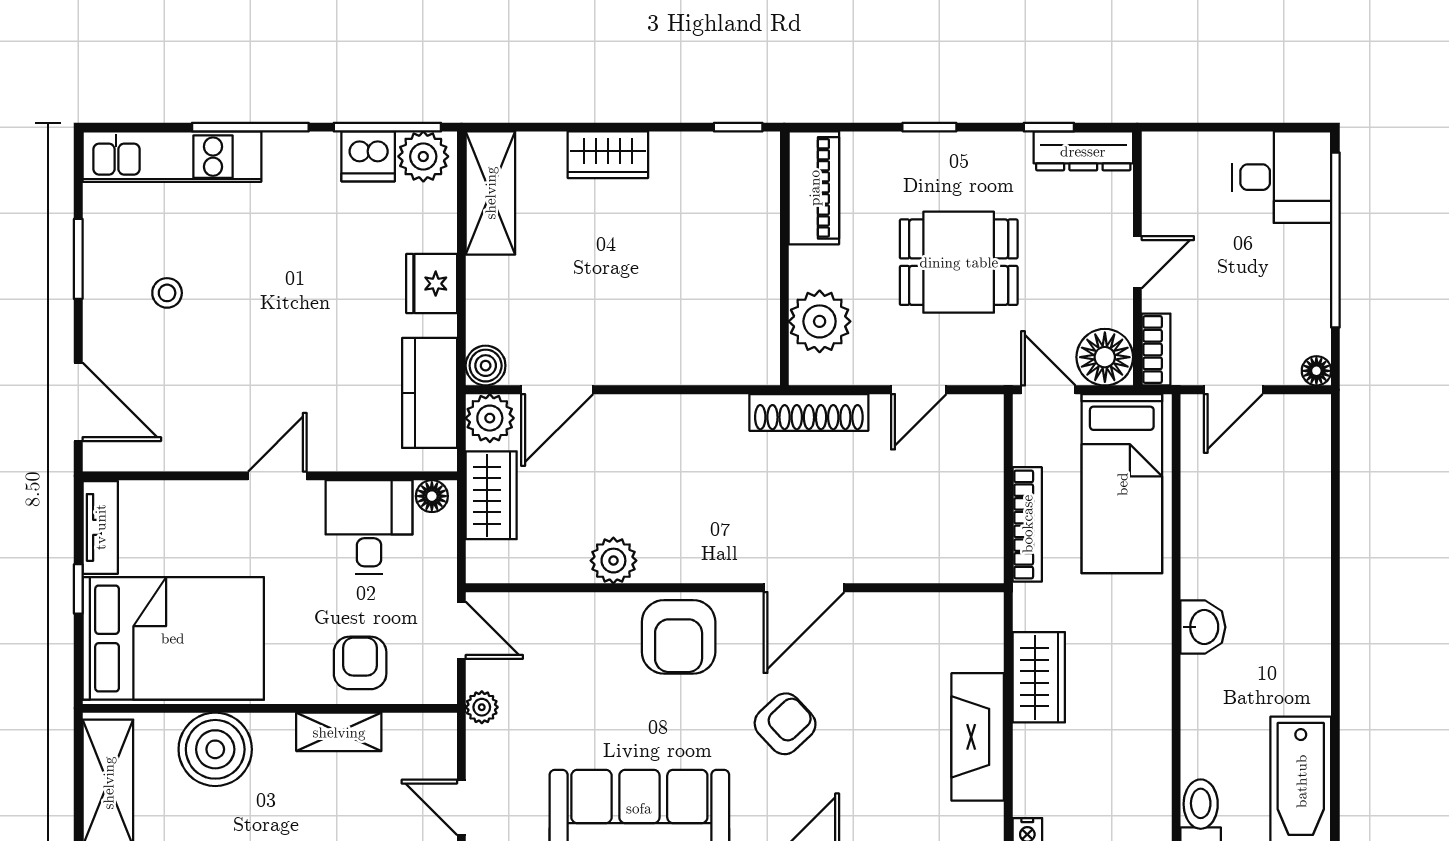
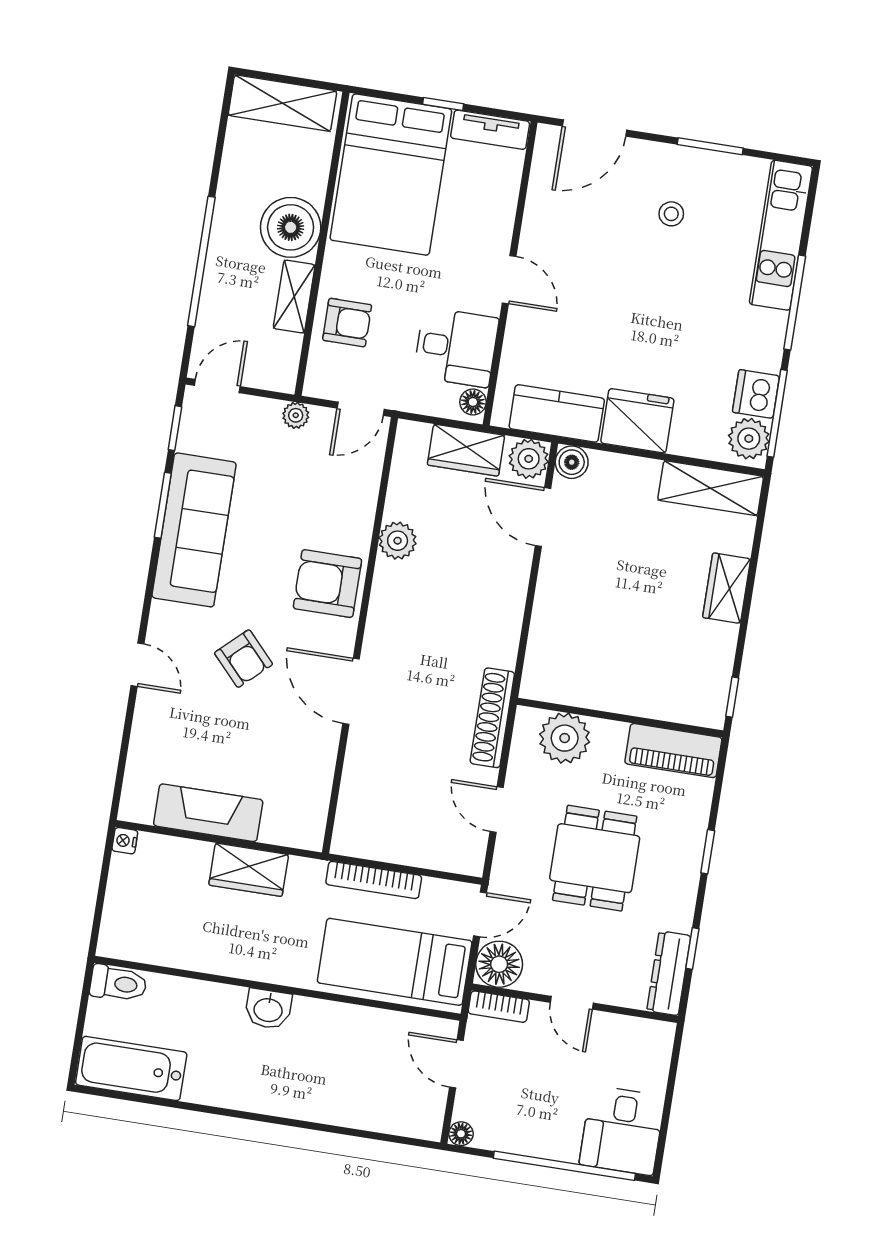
fridge: (432, 284) -> (637, 421), width x1.36, depth x1.34
boiler: (215, 749) -> (291, 227), moved

